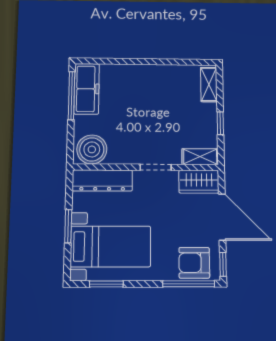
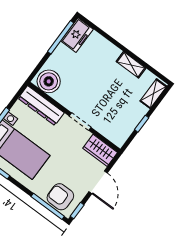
freezer: (87, 89) -> (77, 35), width x0.71
shelving: (200, 157) -> (131, 65), moved
door: (222, 217) -> (98, 182), width x0.73

